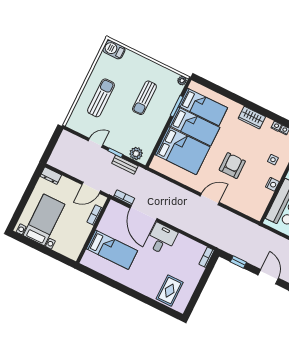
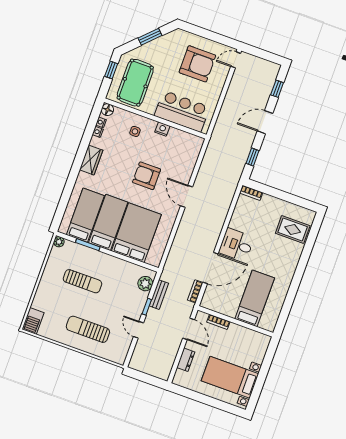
dresser: (51, 176) -> (186, 360), moved

